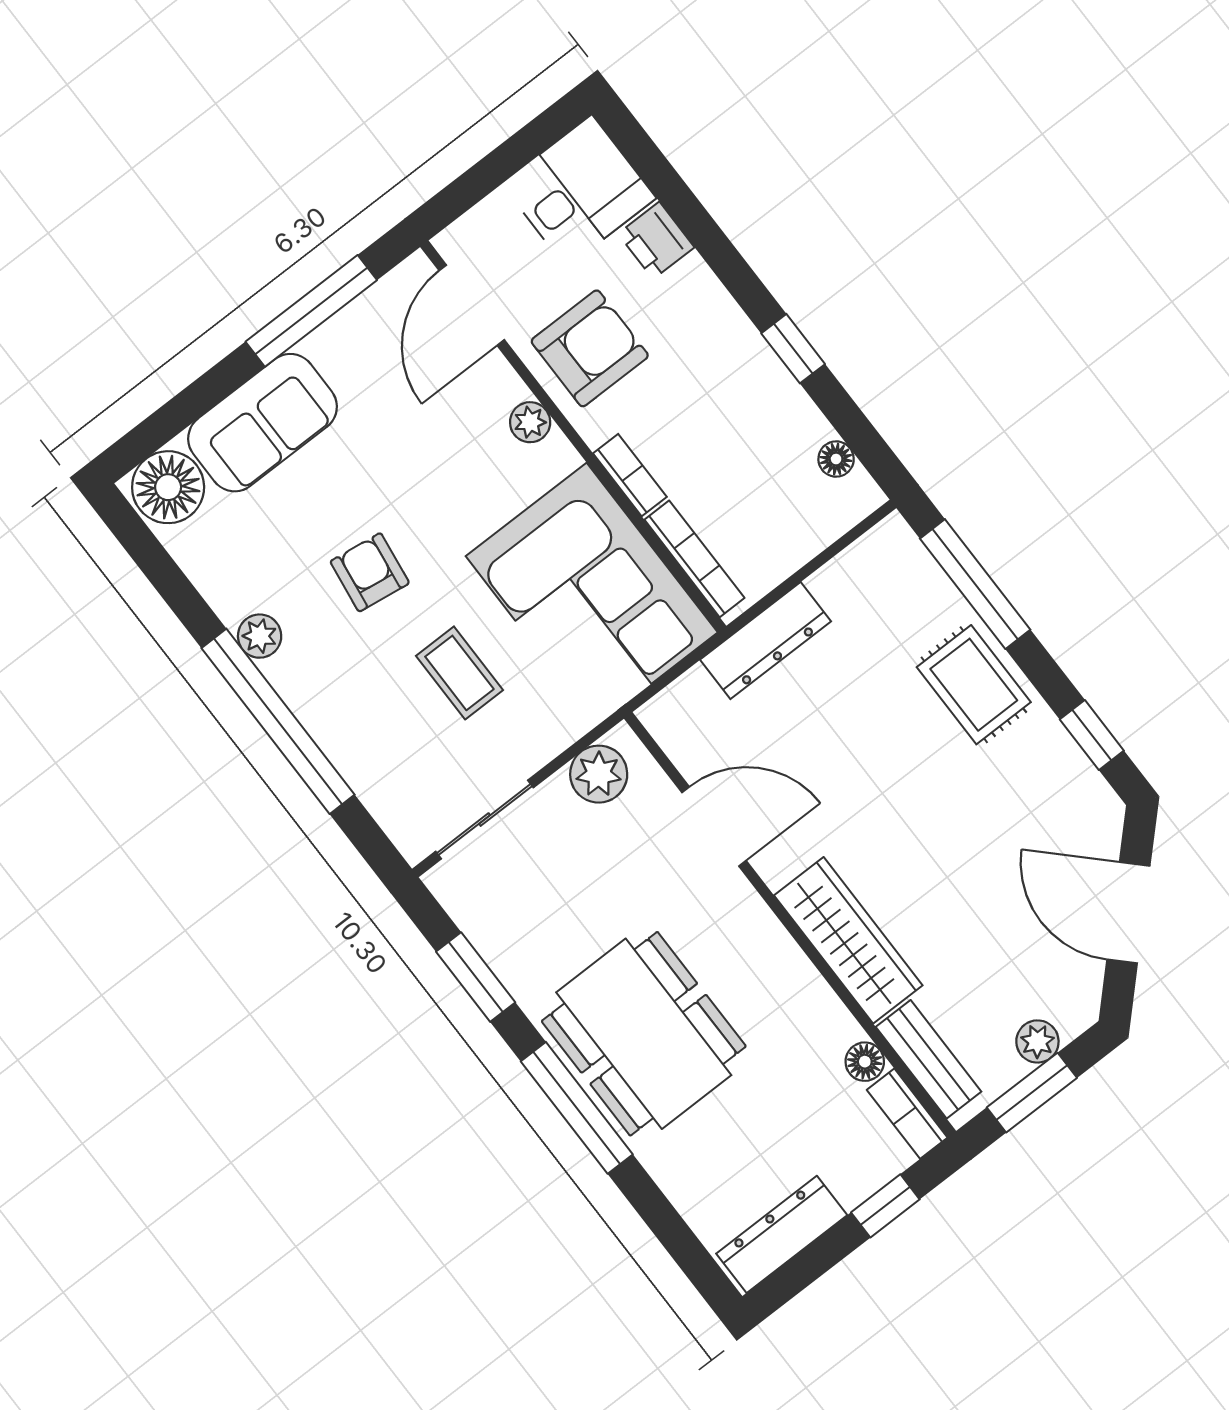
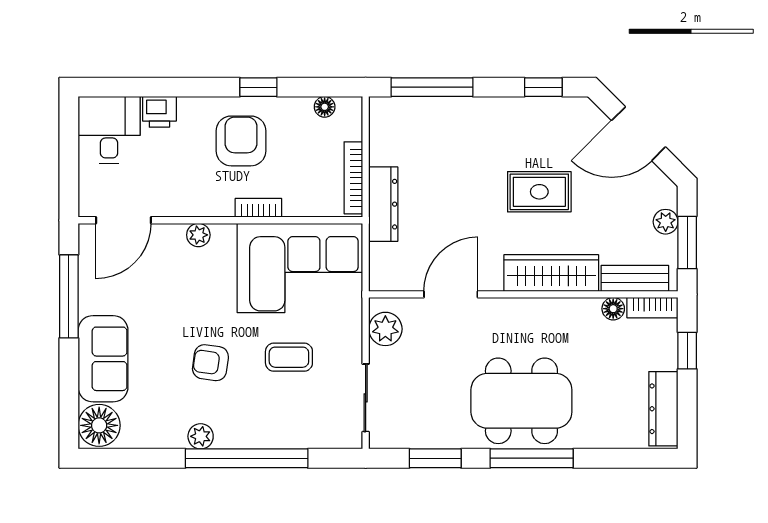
door: (472, 305) -> (123, 220), hinge flipped
armchair: (590, 348) -> (241, 141), moved
bookcase: (694, 559) -> (353, 178), moved, turned -90
rug: (974, 685) -> (539, 192), moved

